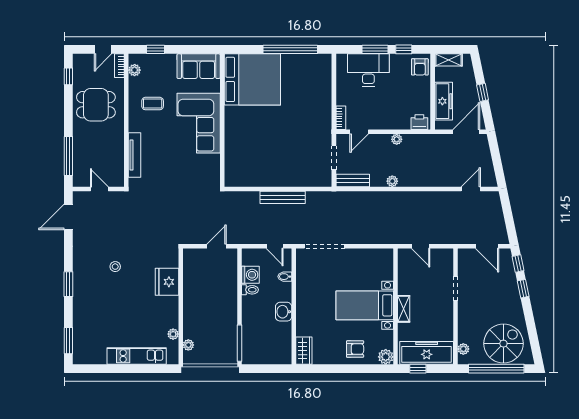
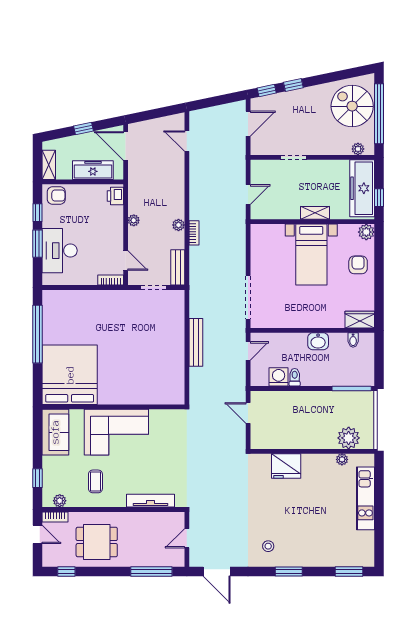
dining table: (96, 105) -> (97, 542), turned 90
bookcase: (385, 196) -> (194, 233), added
stool: (115, 267) -> (268, 546), moved
bidet: (285, 277) -> (353, 340), moved
plant: (188, 345) -> (349, 438), width x1.88, depth x1.88

